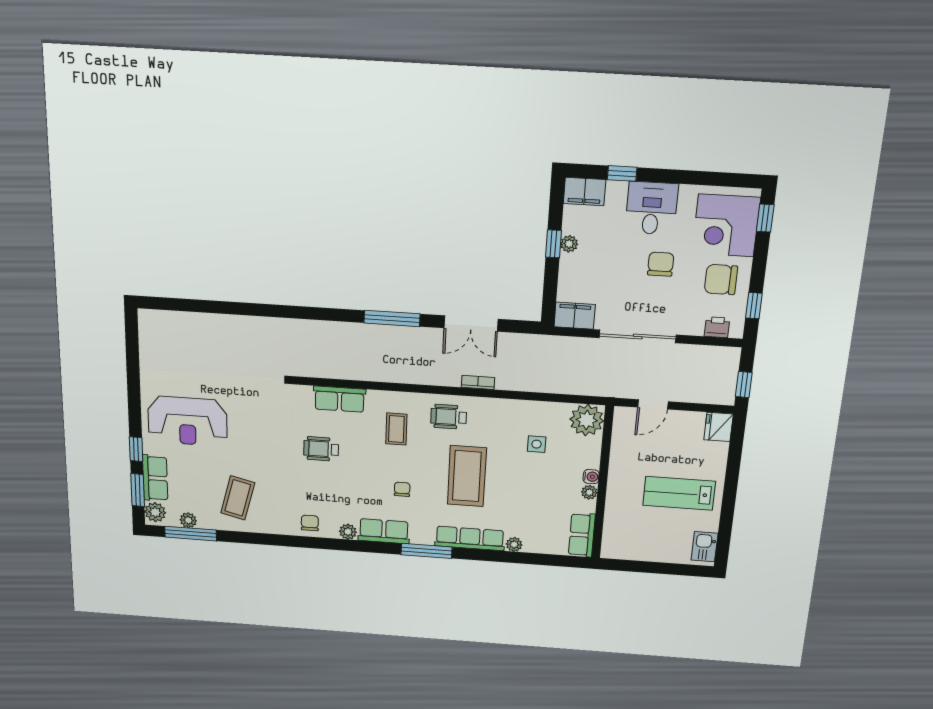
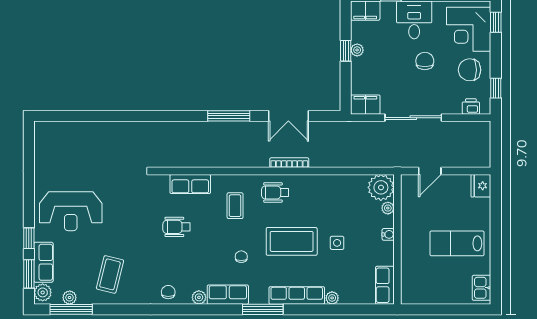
bookcase: (478, 382) -> (289, 163), width x1.56
window: (744, 385) -> (496, 150), removed
side table: (537, 444) -> (337, 243), moved
coffee table: (467, 476) -> (292, 241), turned 90
plant: (589, 492) -> (388, 208), moved

